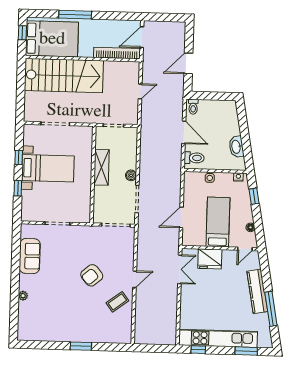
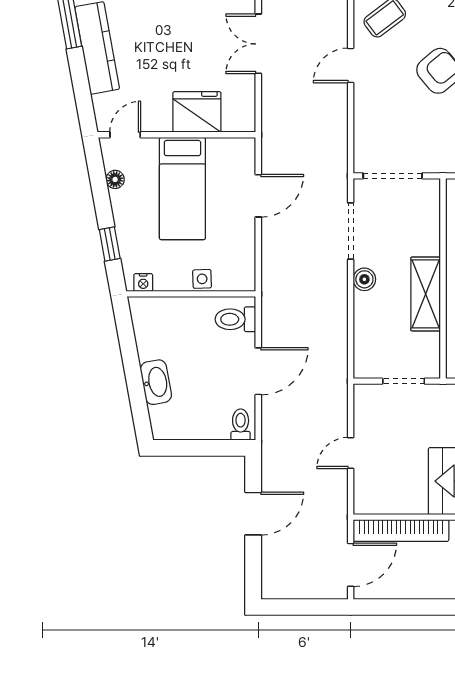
door: (184, 132) -> (258, 371), swing flipped
washbasin: (236, 147) -> (156, 382), moved
double door: (180, 269) -> (258, 44), moved

